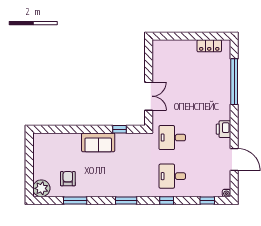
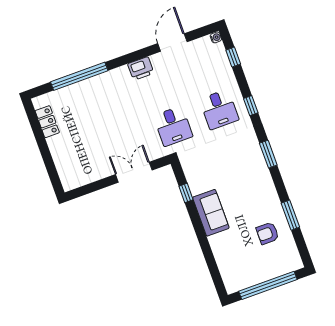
window: (29, 165) -> (268, 285), added
plant: (41, 188) -> (290, 261), removed

